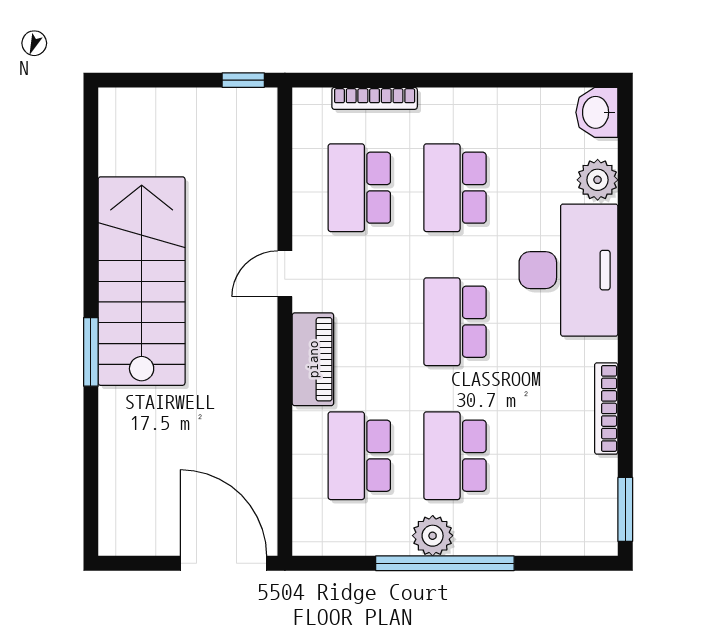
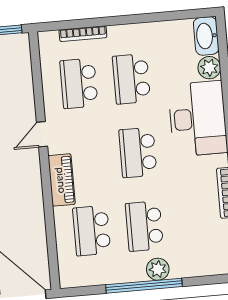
washbasin: (597, 112) -> (206, 36), width x1.38
plant: (433, 536) -> (158, 269), moved

